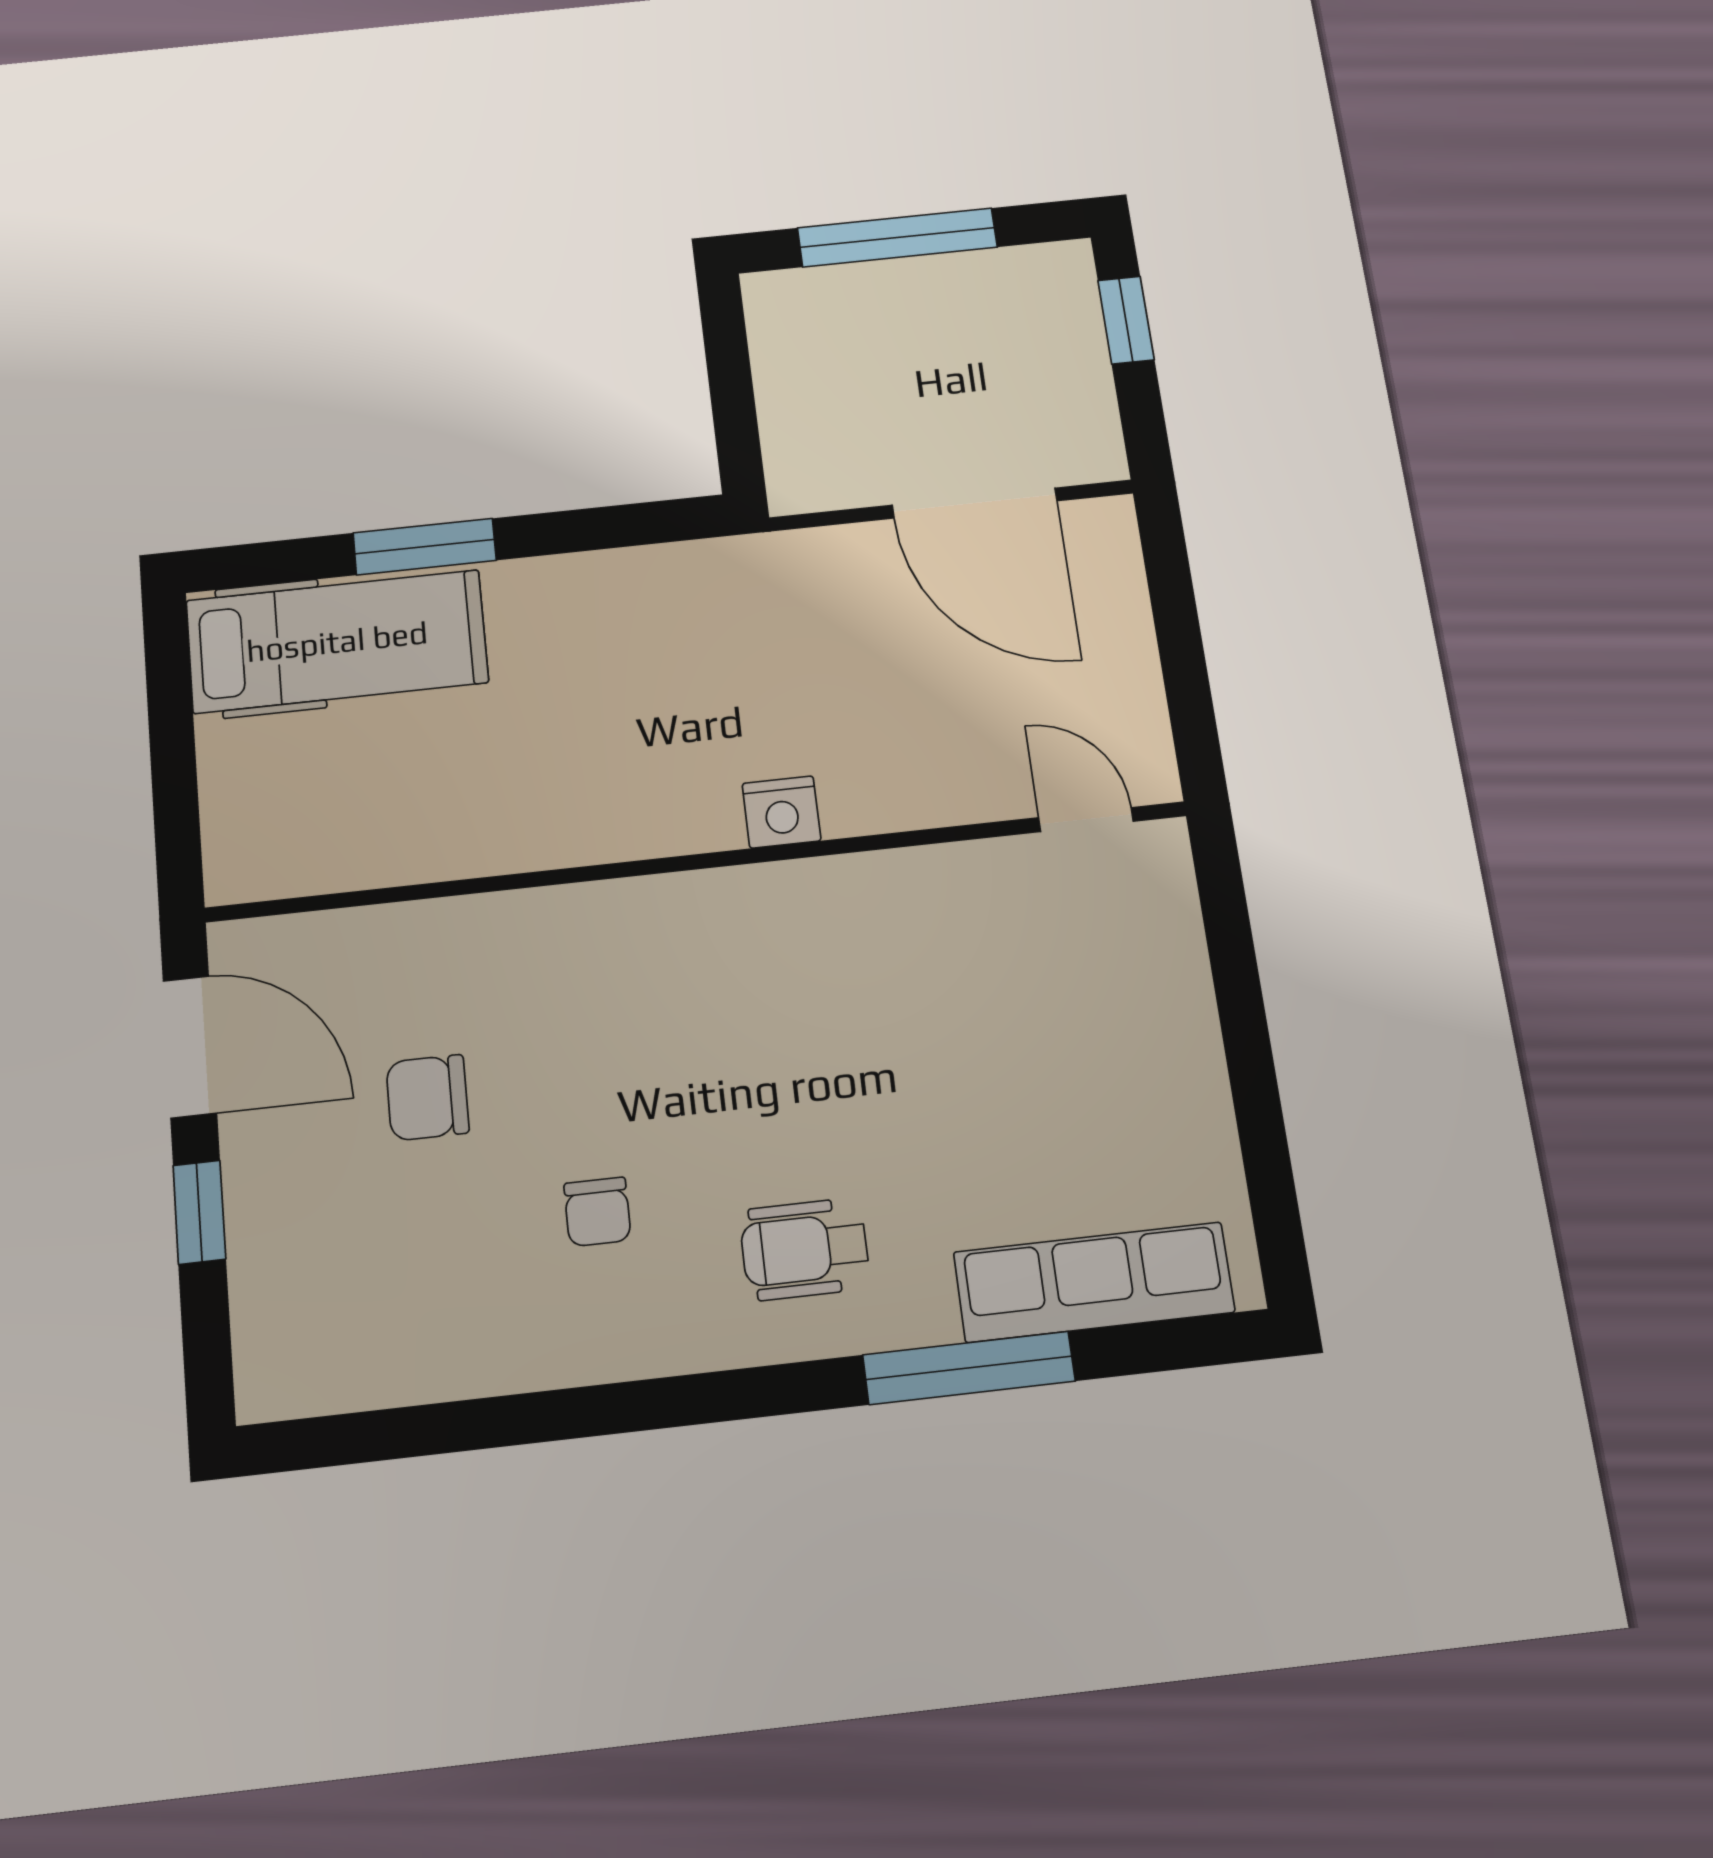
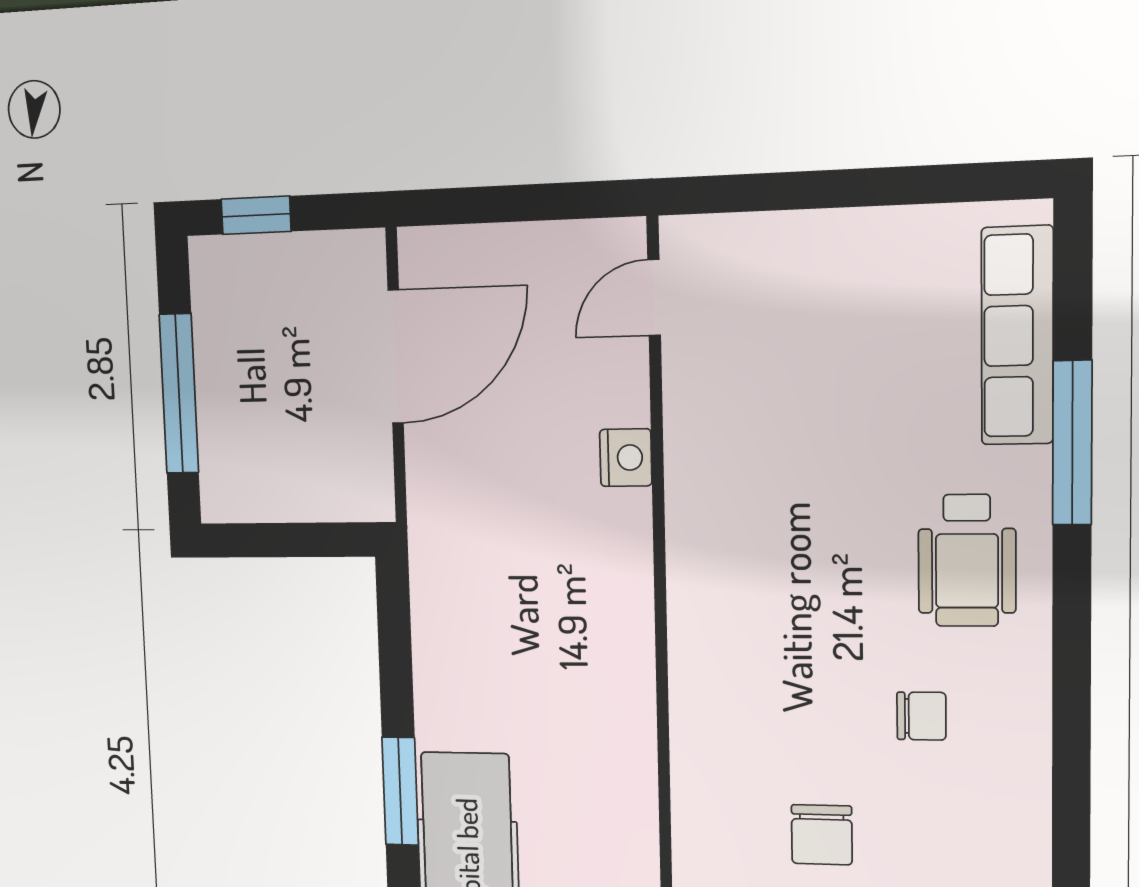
nightstand: (782, 812) -> (626, 458), moved
wheelchair: (805, 1249) -> (967, 560), width x1.36, depth x1.37

